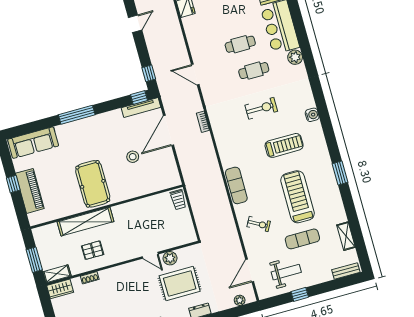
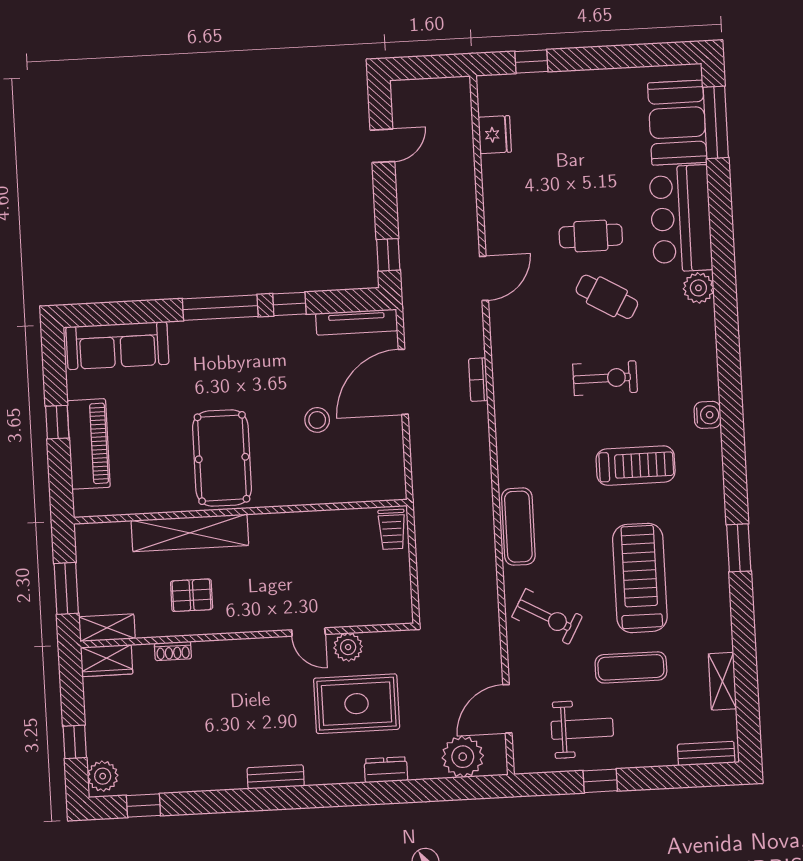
cafe table: (254, 71) -> (607, 297), turned 30
door: (195, 75) -> (484, 278), swing flipped
window: (139, 97) -> (289, 304), moved
exercise bike: (259, 224) -> (547, 617), width x1.38, depth x1.39
plant: (240, 300) -> (463, 757), width x1.87, depth x1.87

